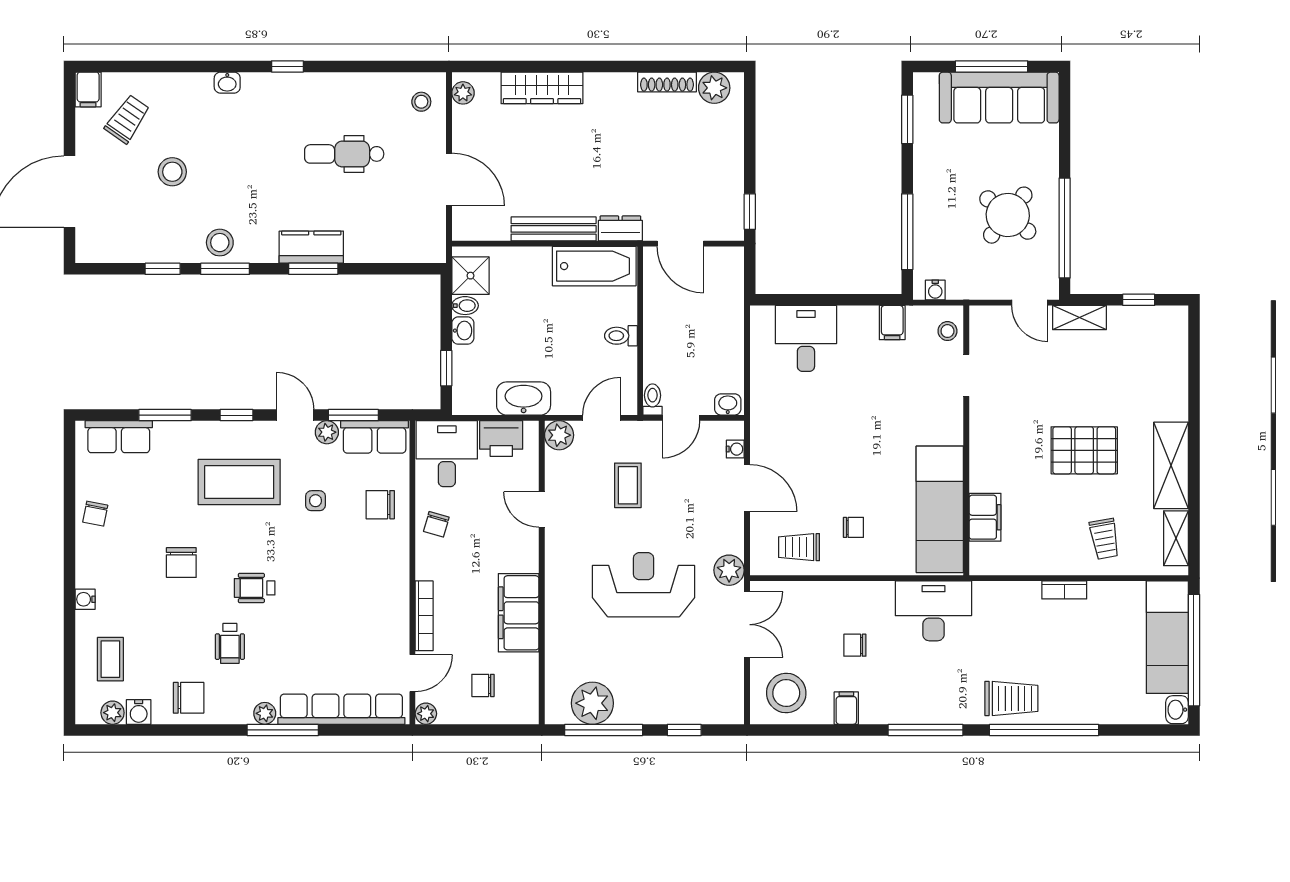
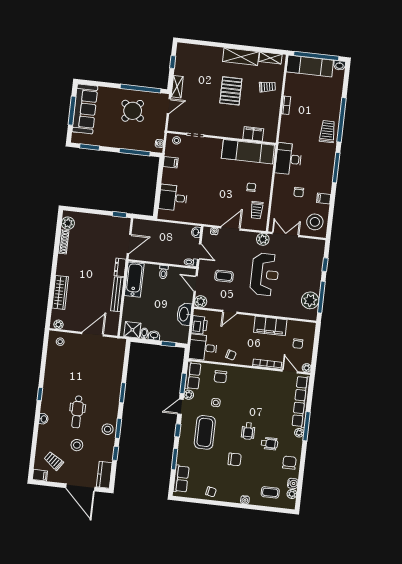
dental chair: (344, 154) -> (77, 412), moved
kitchen counter: (311, 247) -> (104, 475), moved
reception desk: (644, 585) -> (265, 274), turned 180

